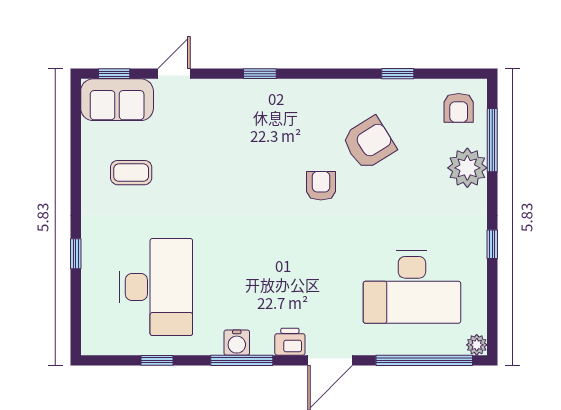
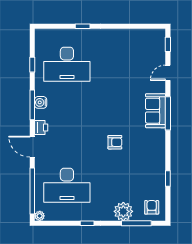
door: (174, 74) -> (168, 73), swing flipped
window: (260, 74) -> (168, 113), width x2.17
sofa: (117, 100) -> (156, 111), moved
armchair: (459, 108) -> (152, 207), turned 90
armchair: (369, 143) -> (135, 165), removed
coffee table: (131, 173) -> (121, 52), removed
desk: (412, 287) -> (67, 185), turned -90

